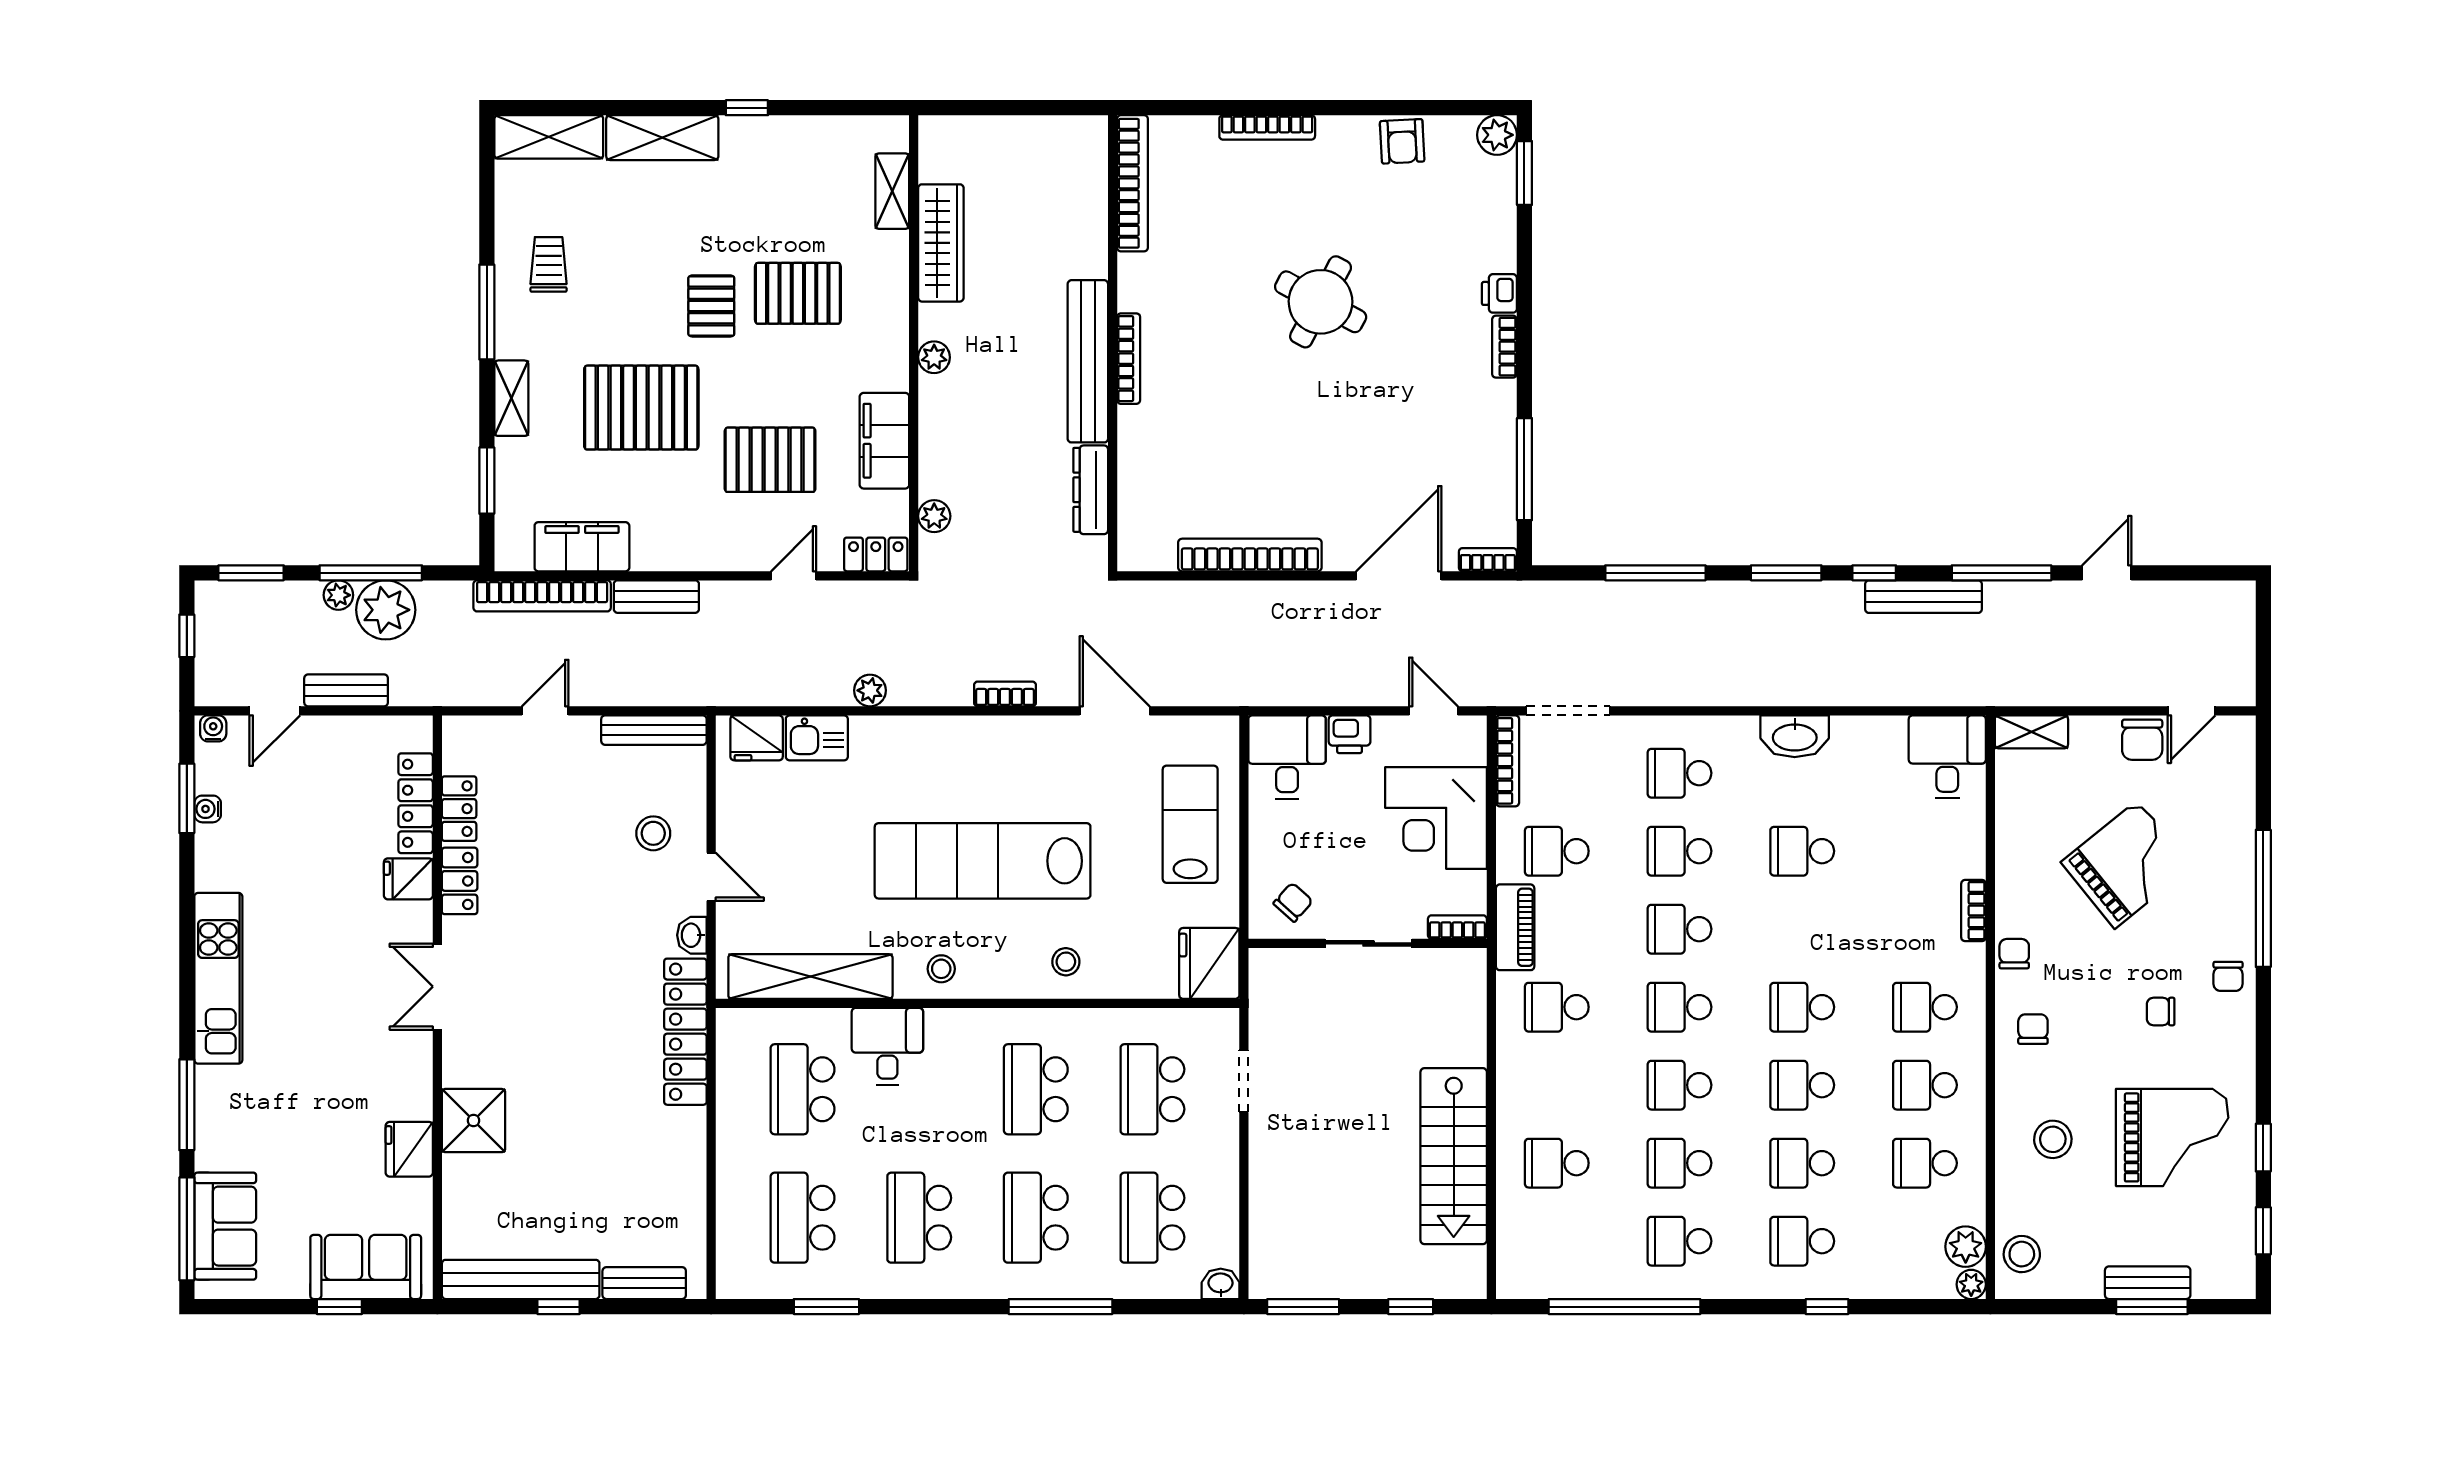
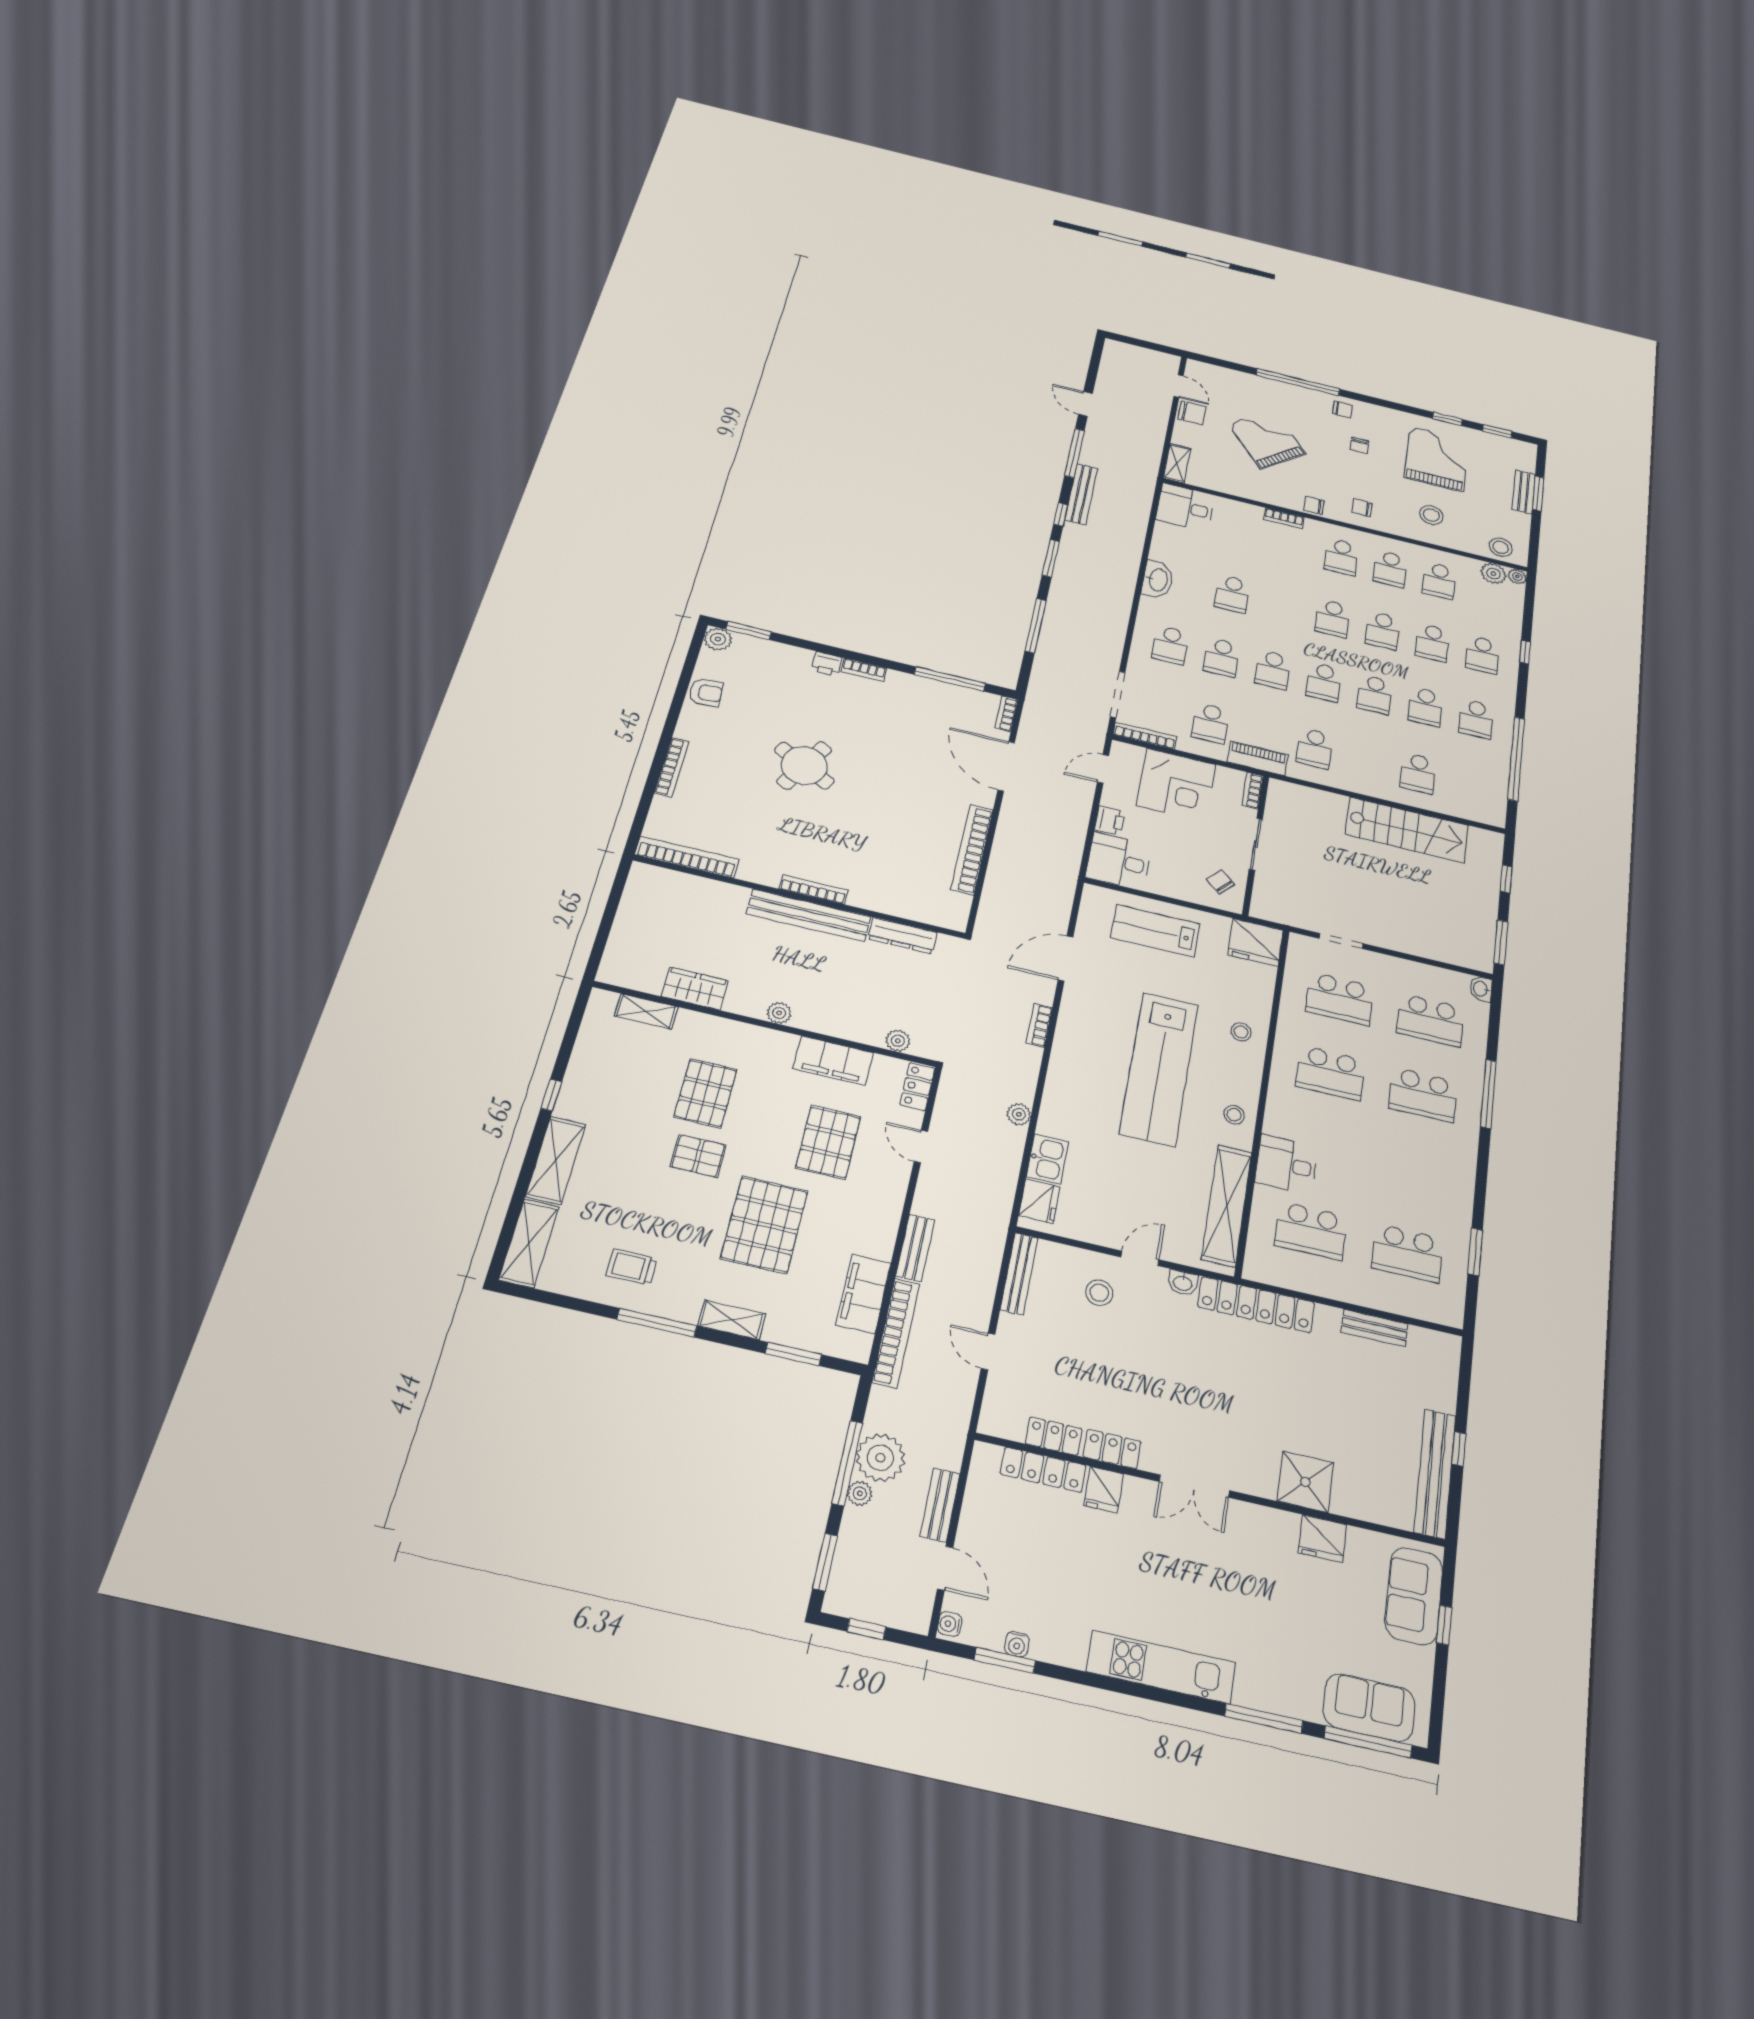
wardrobe: (941, 243) -> (695, 988), width x0.67
school desk: (919, 1218) -> (1415, 1172), removed
bench: (644, 1283) -> (1375, 1328), moved, turned 90

